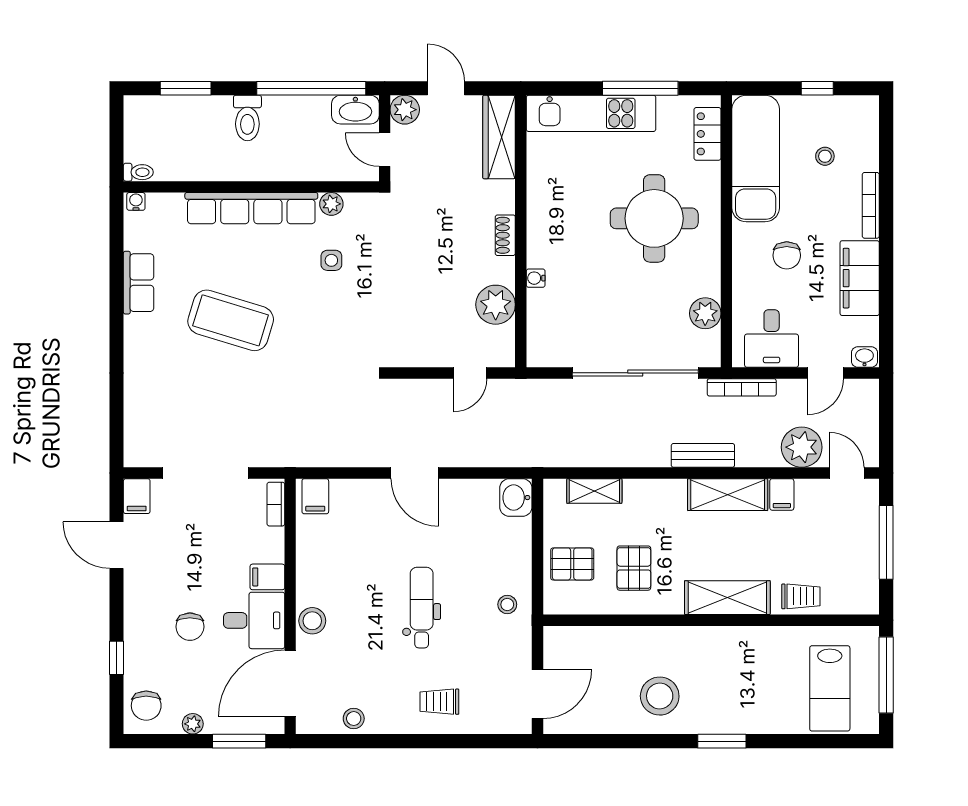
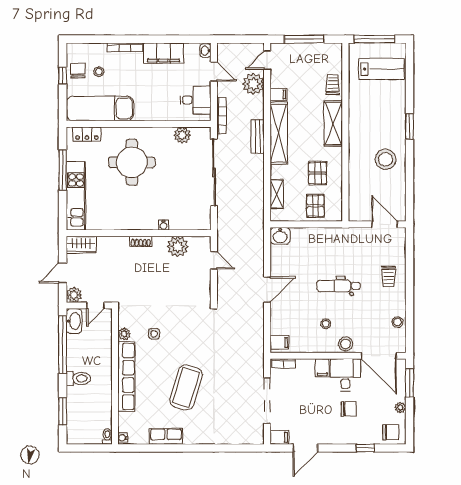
wardrobe: (499, 137) -> (81, 245), width x0.67
chair: (787, 255) -> (78, 71), moved, turned -90
shelving: (728, 495) -> (279, 133), width x1.47
pallet: (634, 568) -> (318, 173), turned 90
stool: (507, 604) -> (326, 324), moved

